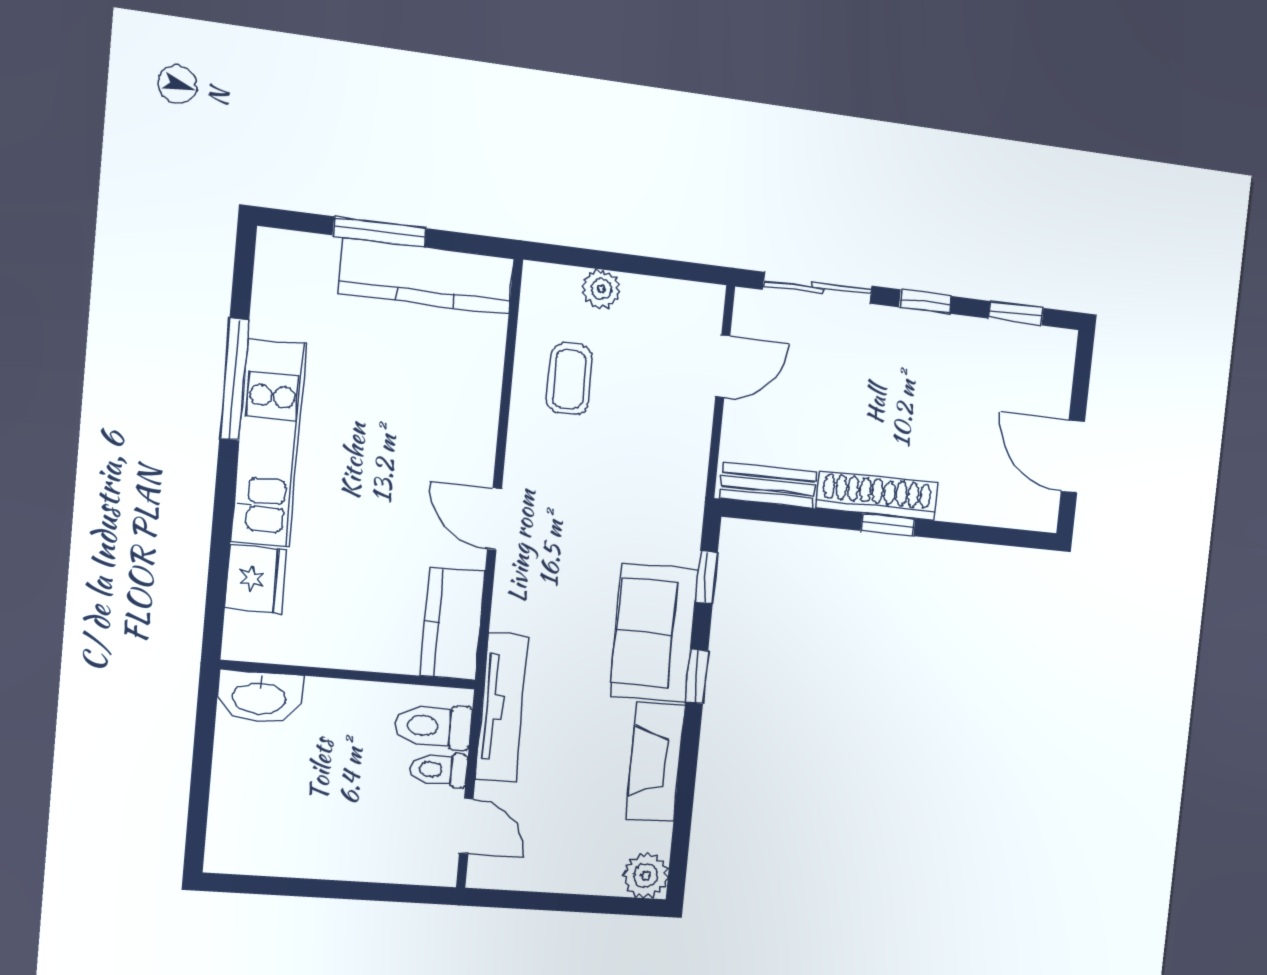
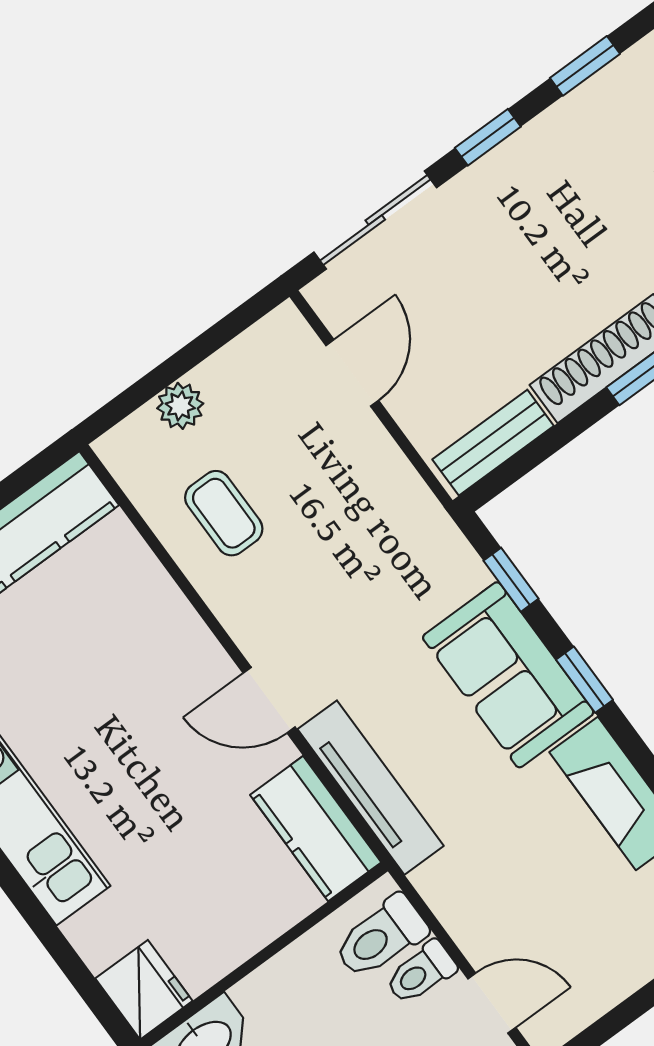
fridge: (256, 579) -> (144, 990), moved
tv unit: (502, 707) -> (371, 788), moved

